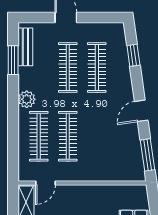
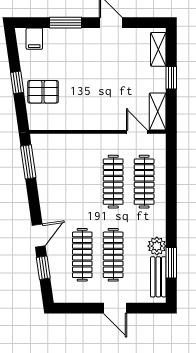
plant: (27, 99) -> (157, 246), moved
door: (141, 111) -> (39, 236), moved
door: (45, 183) -> (137, 132), hinge flipped

